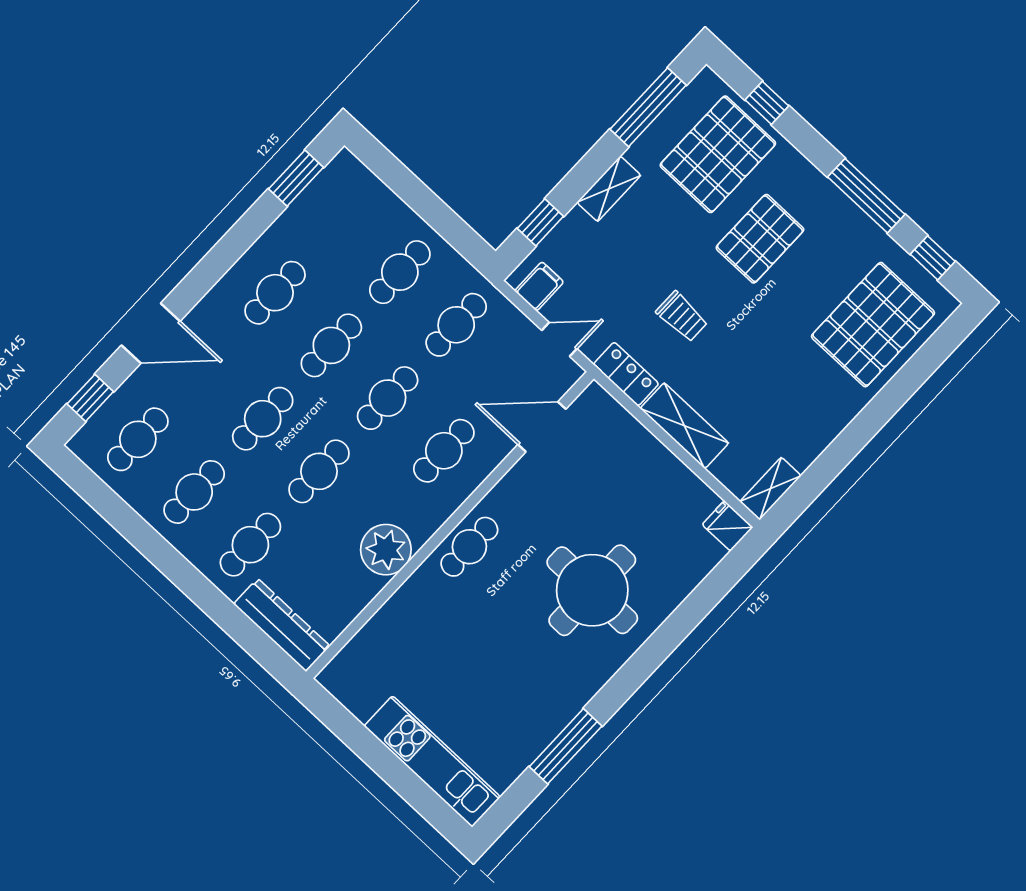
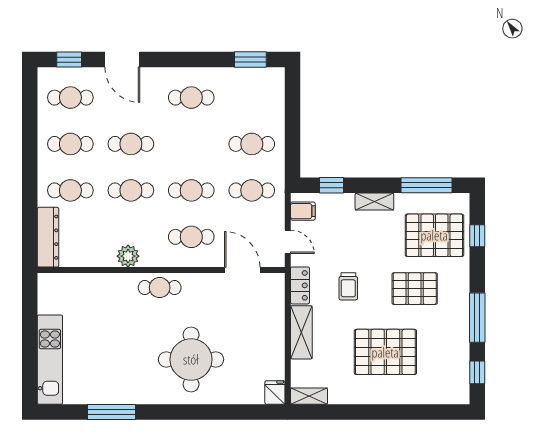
pallet: (873, 325) -> (385, 352), moved
cafe table: (331, 345) -> (191, 144), removed
plant: (386, 550) -> (128, 256), width x0.73, depth x0.73

